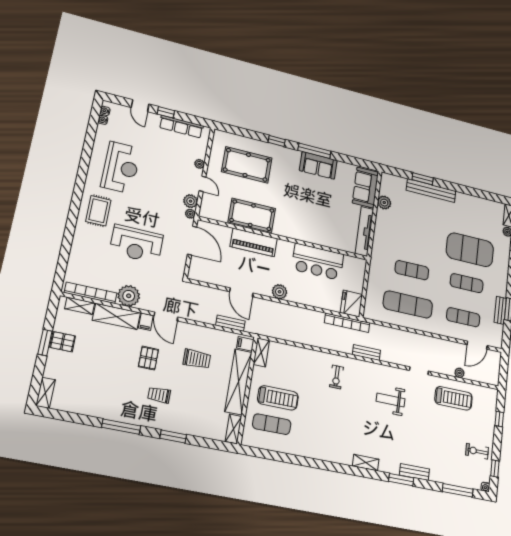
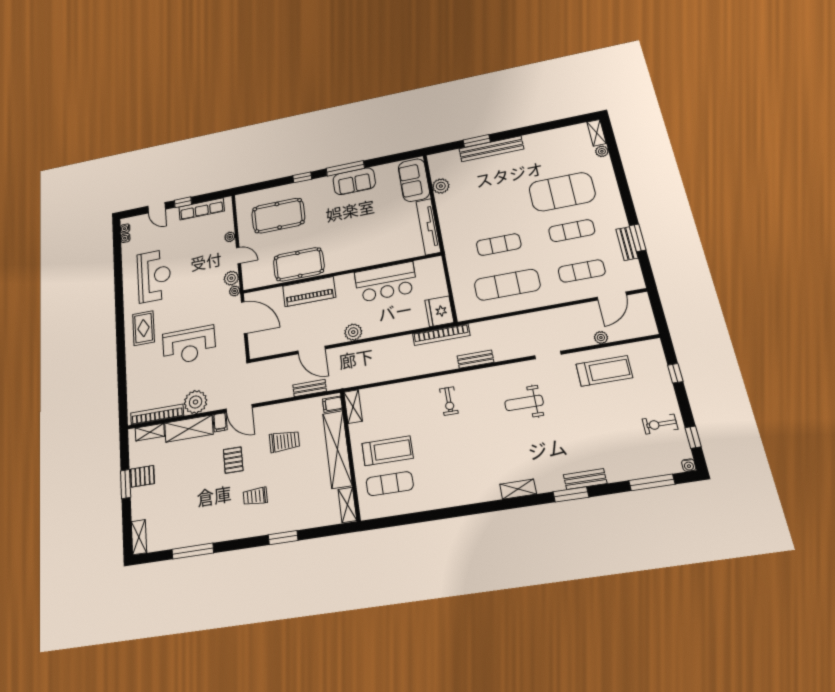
window: (121, 427) -> (193, 551), moved

